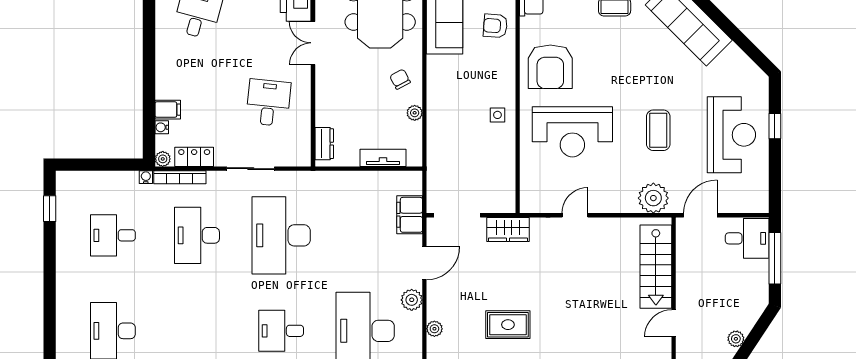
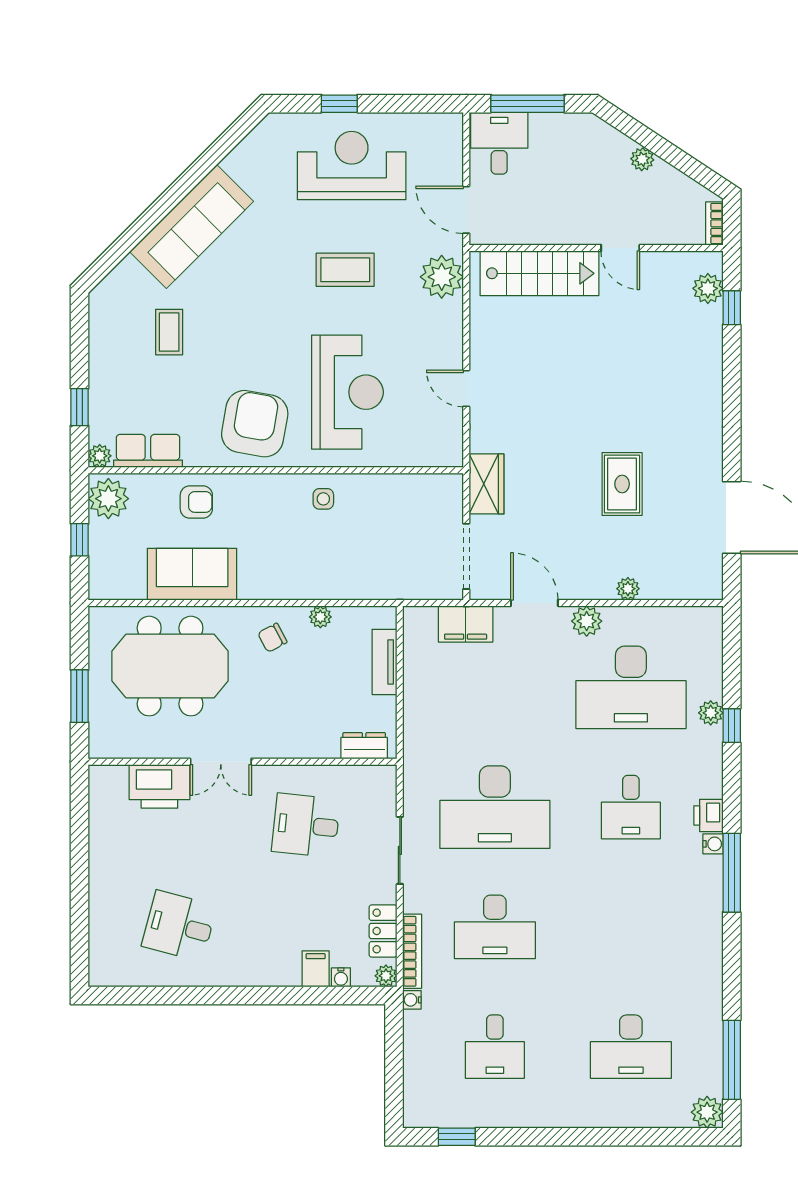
armchair: (495, 26) -> (196, 502), turned -94
armchair: (550, 67) -> (255, 424), turned -80

